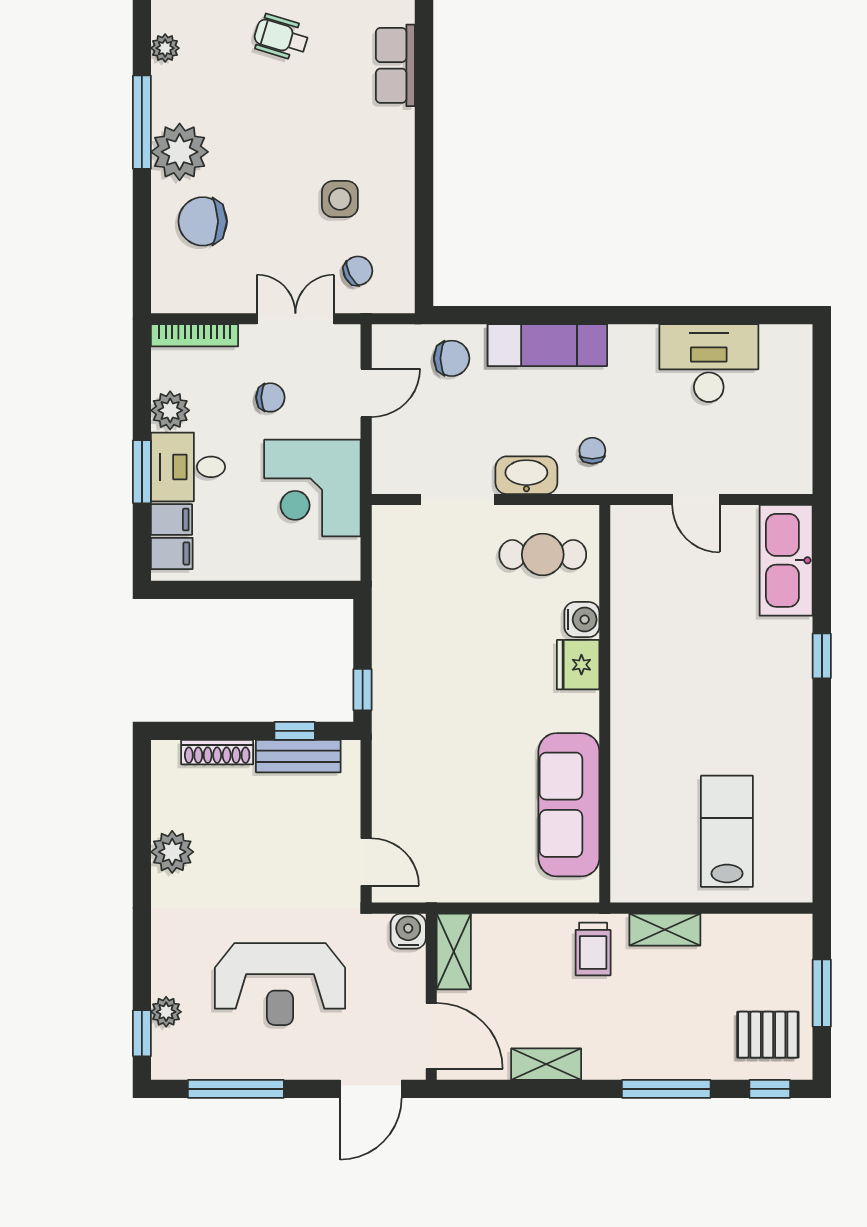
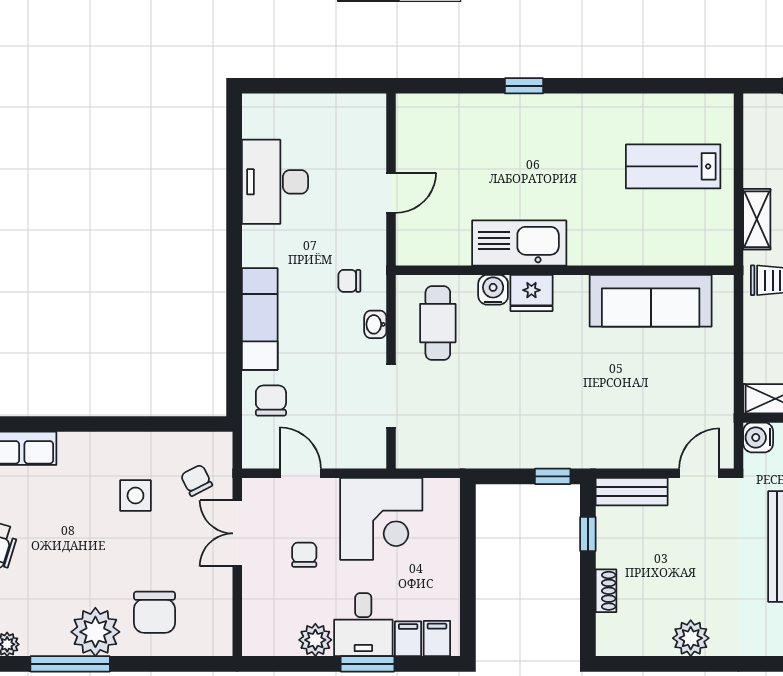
bookcase: (195, 335) -> (251, 619), removed
washbasin: (526, 475) -> (375, 324), width x0.52, depth x0.69
kitchen sink: (786, 560) -> (519, 243), moved, turned 180
shoe rack: (217, 752) -> (606, 591), width x0.70
bench: (298, 756) -> (632, 492), moved, turned 90

